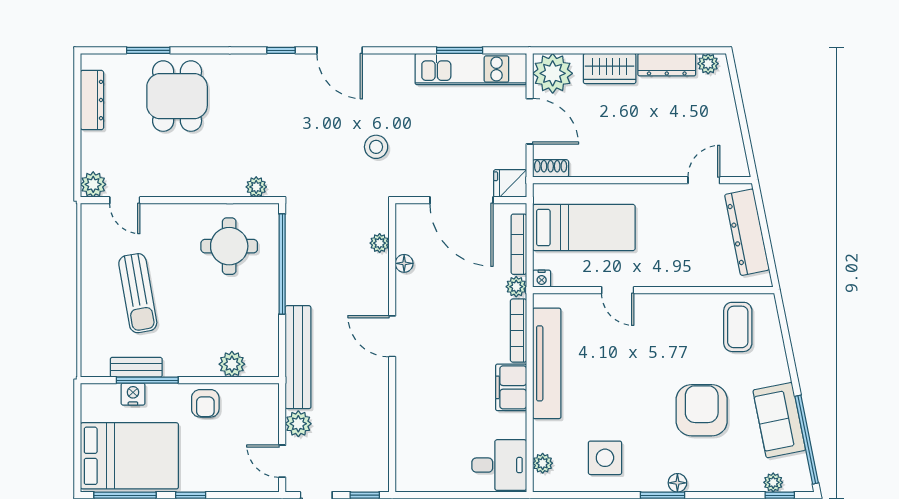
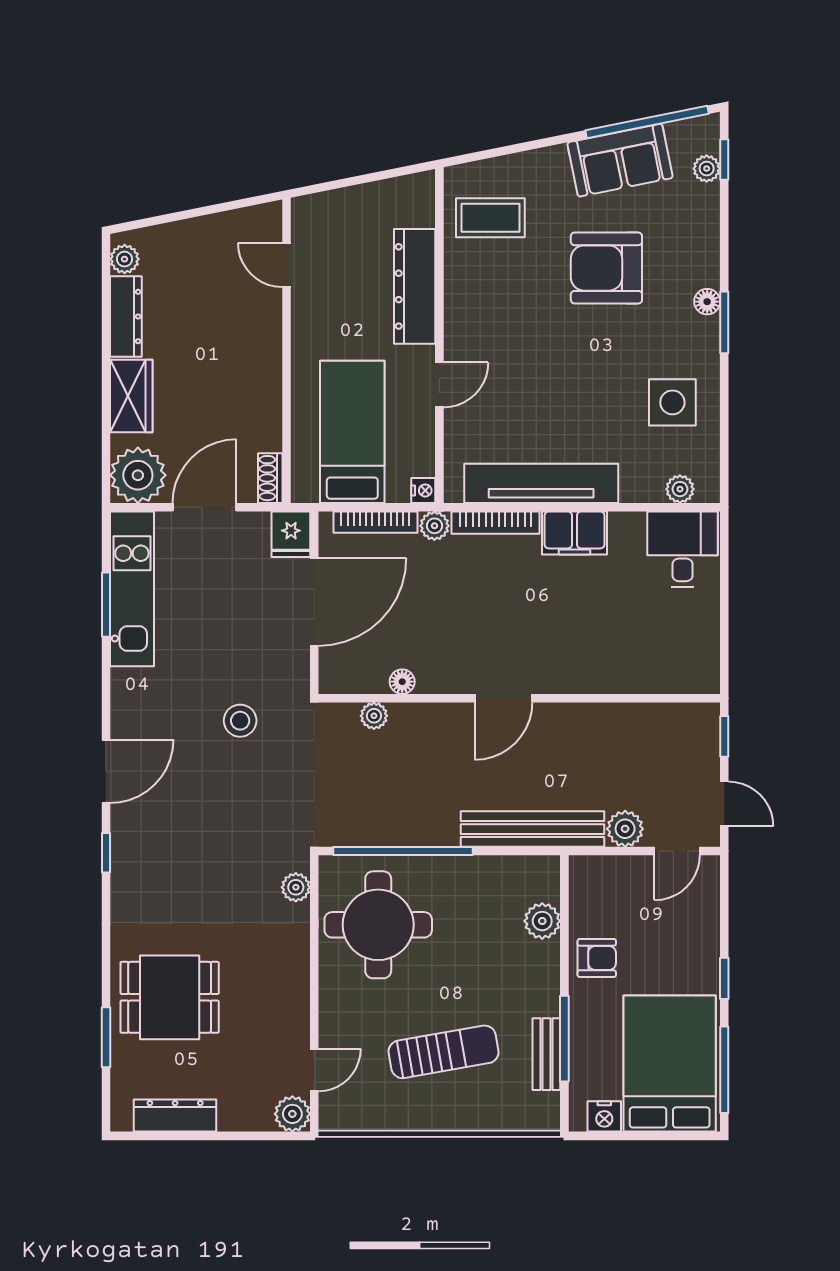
dresser: (747, 232) -> (415, 286), moved, turned 101
round table: (229, 246) -> (378, 925), width x1.36, depth x1.36
nightstand: (133, 394) -> (604, 1116), moved, turned -90

